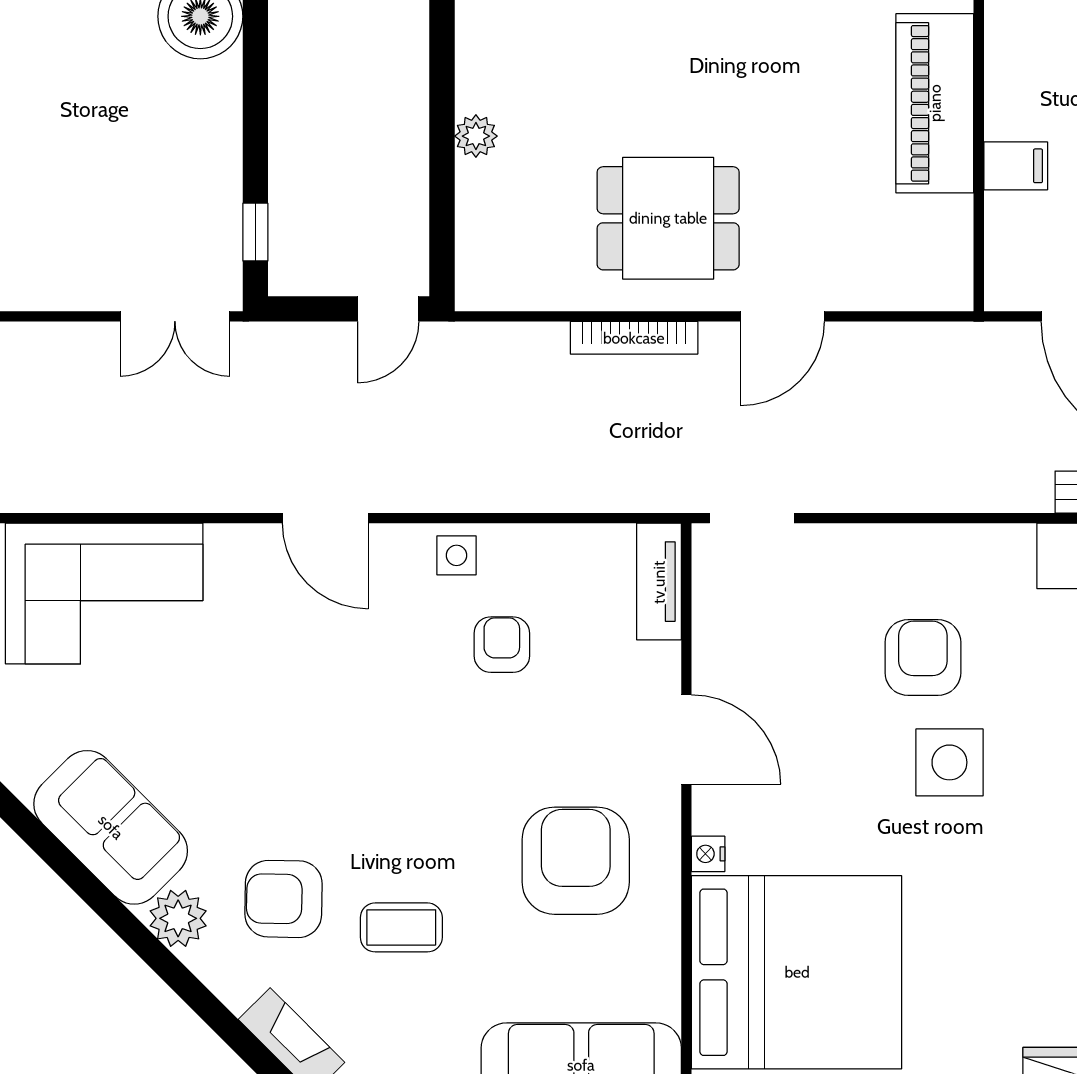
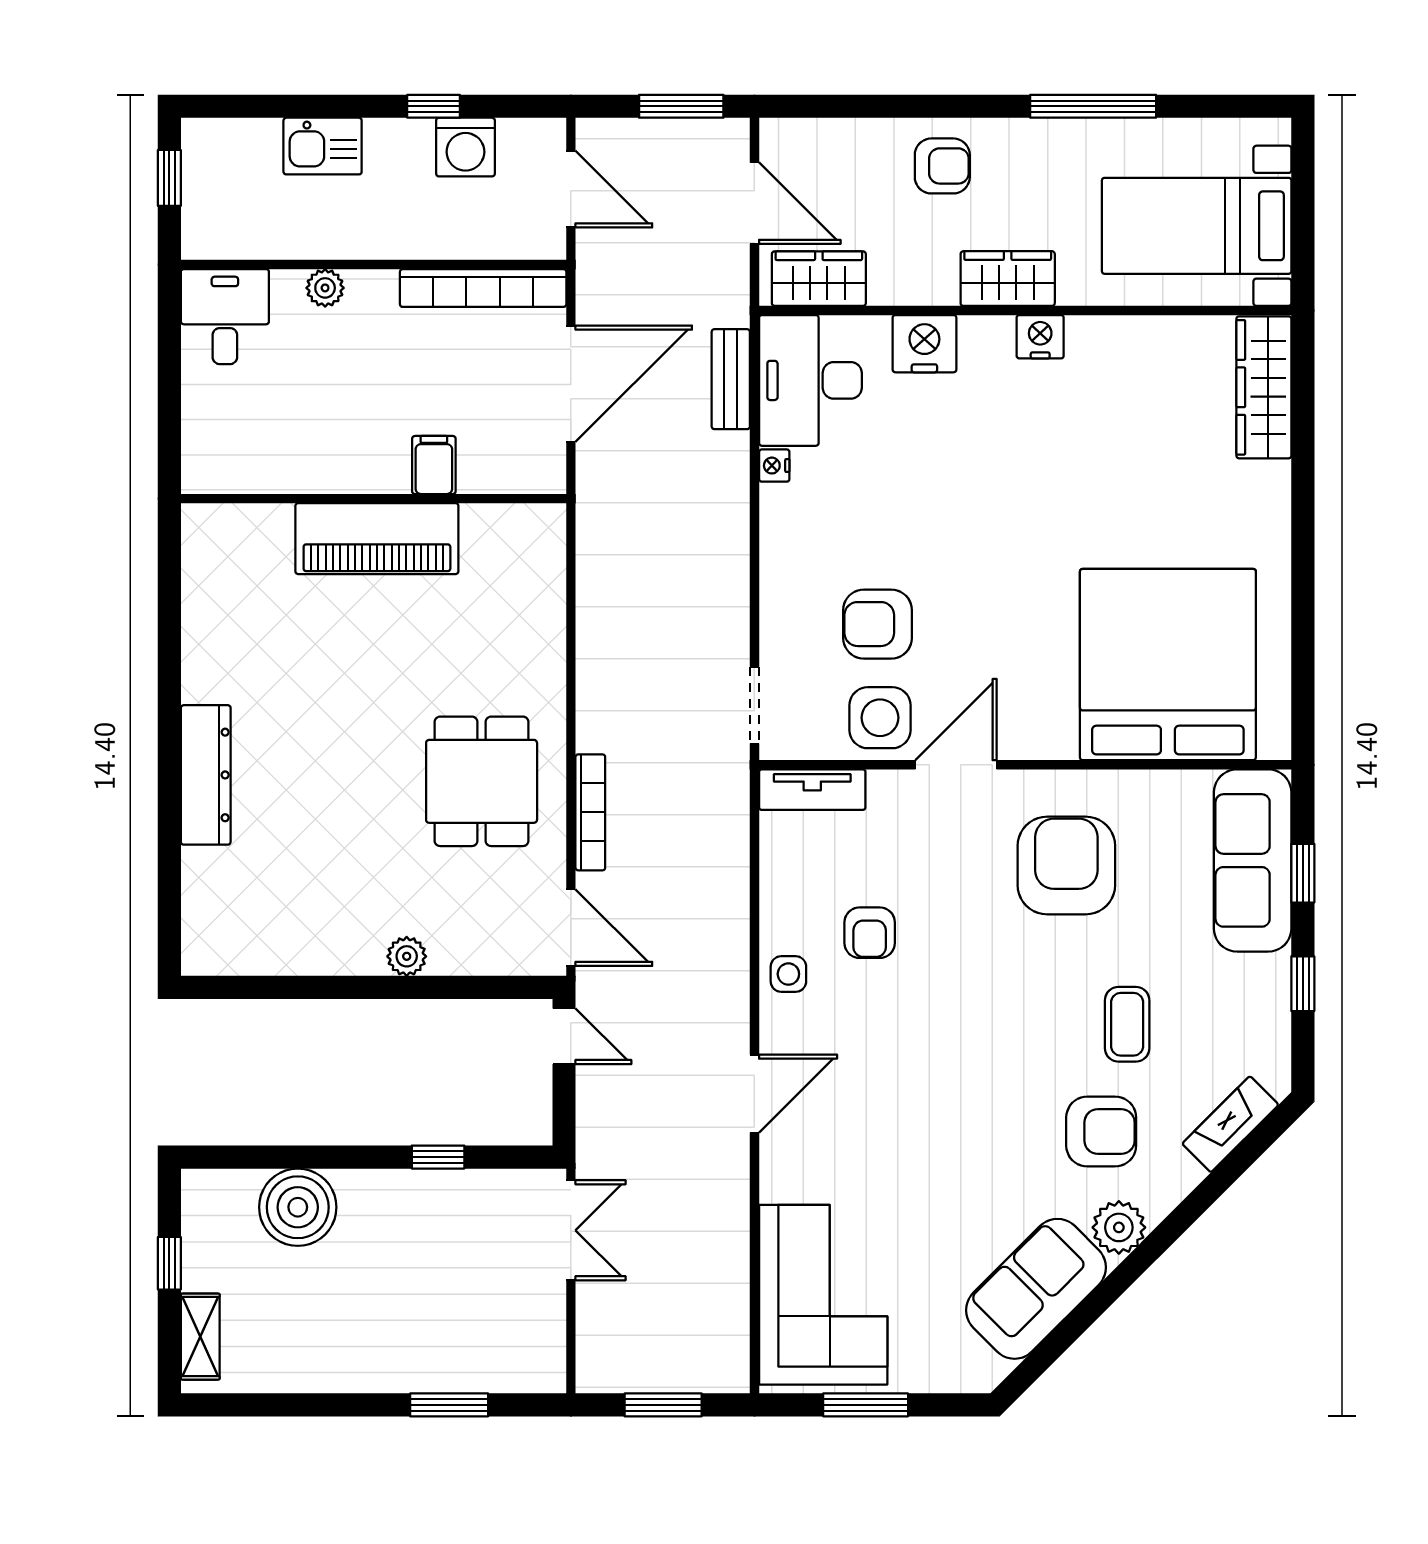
window: (255, 232) -> (438, 1157), moved
door: (782, 316) -> (571, 928), moved
armchair: (502, 645) -> (870, 933), turned -90
armchair: (923, 658) -> (878, 624), moved
side table: (949, 762) -> (880, 718), moved
nightstand: (708, 854) -> (774, 466), moved, turned 90
armchair: (576, 861) -> (1066, 865), turned 90
armchair: (283, 899) -> (1101, 1132), turned -91

